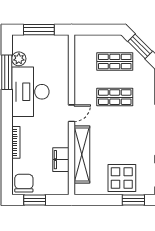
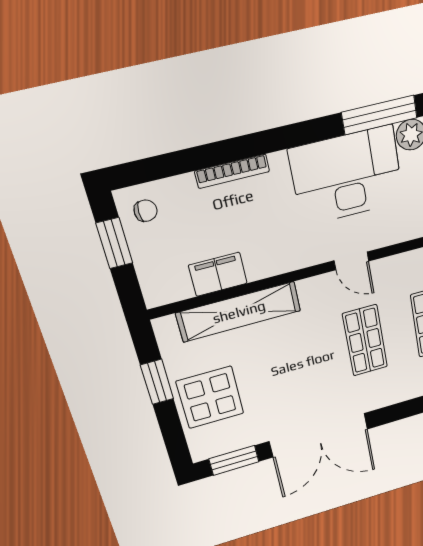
door: (72, 113) -> (351, 261), moved
chair: (24, 183) -> (146, 211), width x0.54, depth x0.54
window: (133, 200) -> (157, 382), moved

